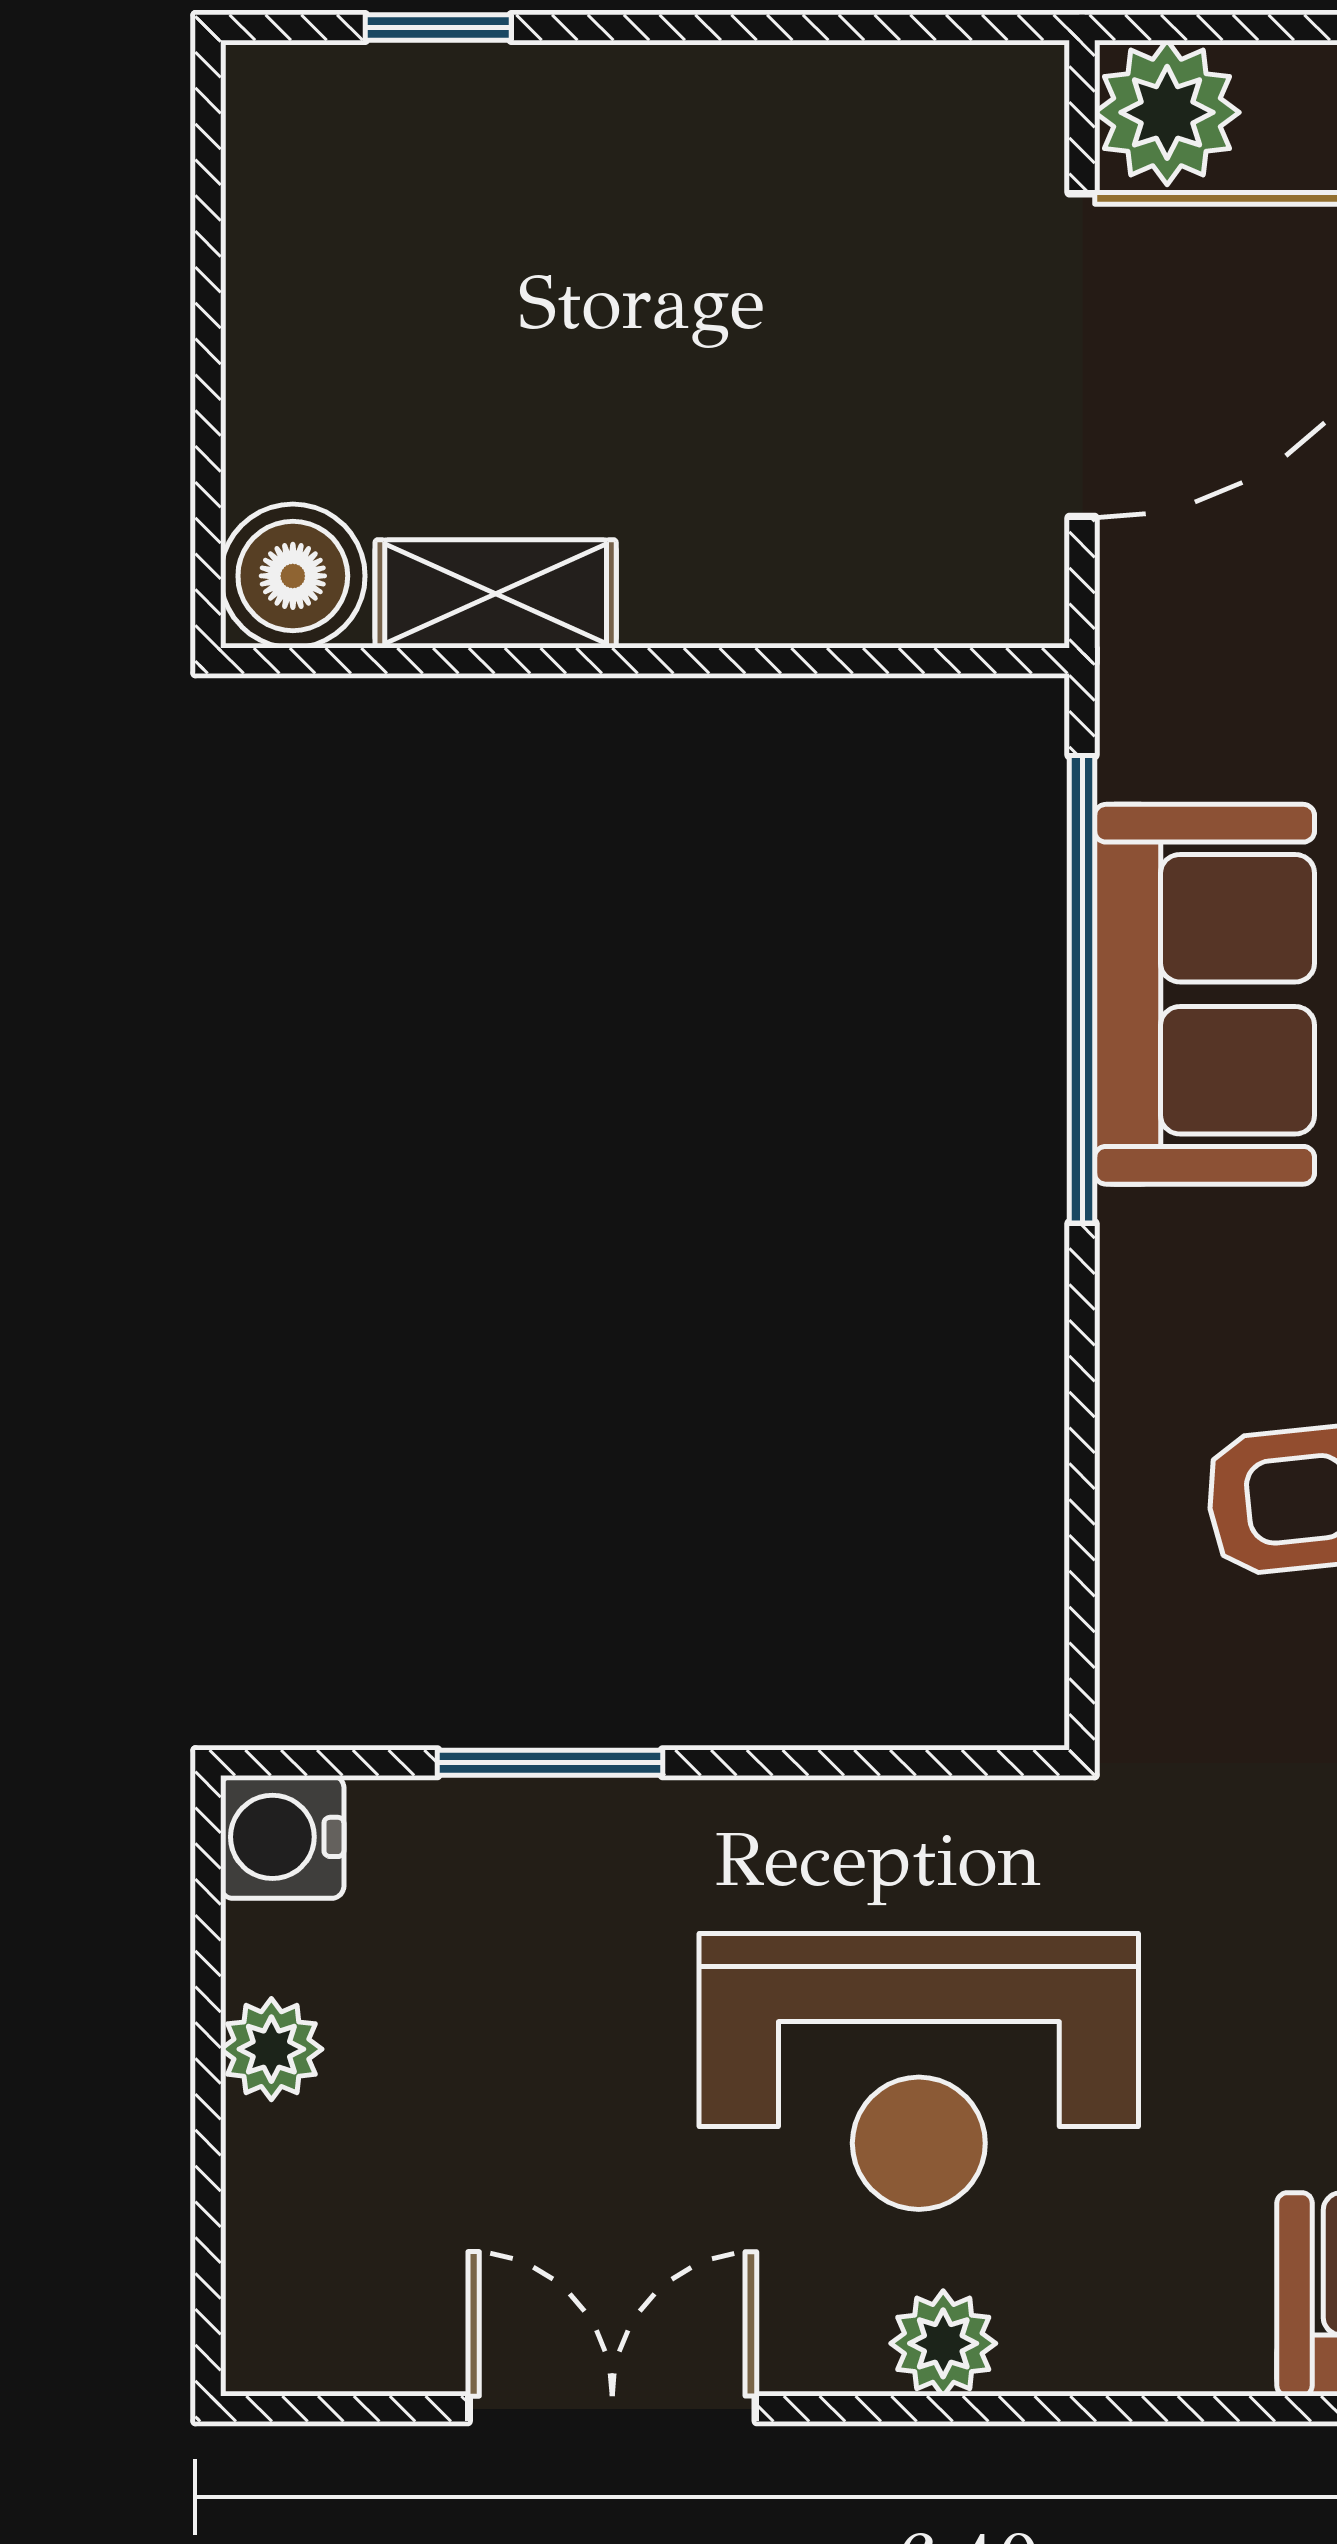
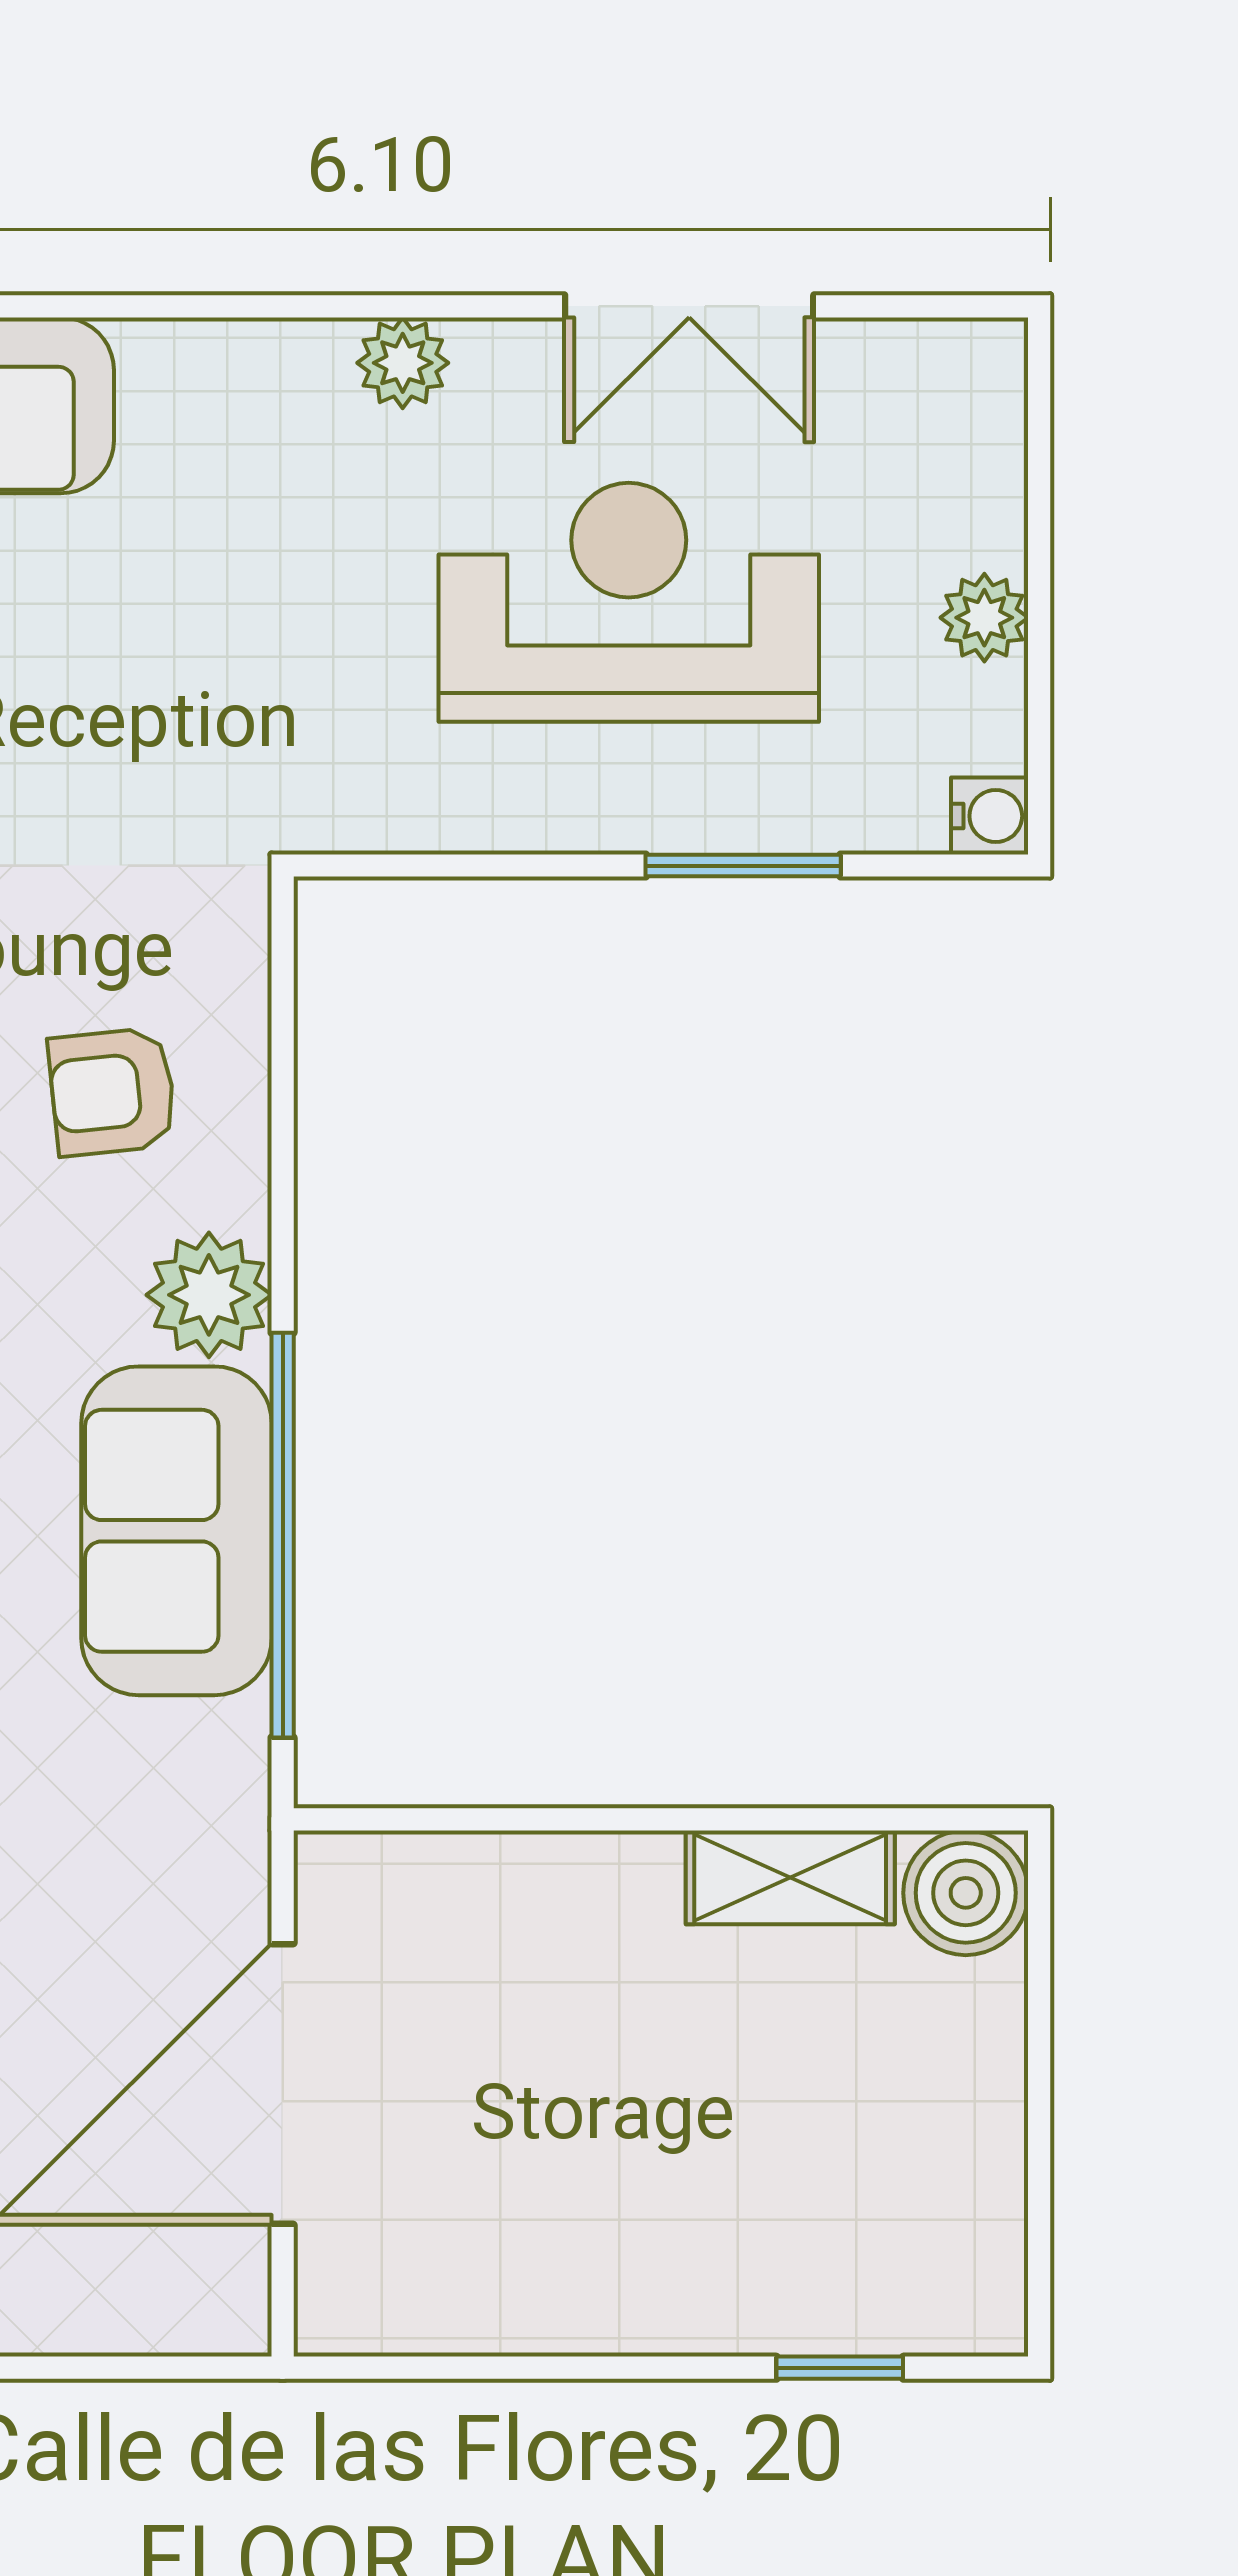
plant: (1167, 112) -> (209, 1295), moved
water cooler: (282, 1837) -> (990, 816), width x0.72, depth x0.72
reception desk: (919, 2071) -> (629, 602), moved

